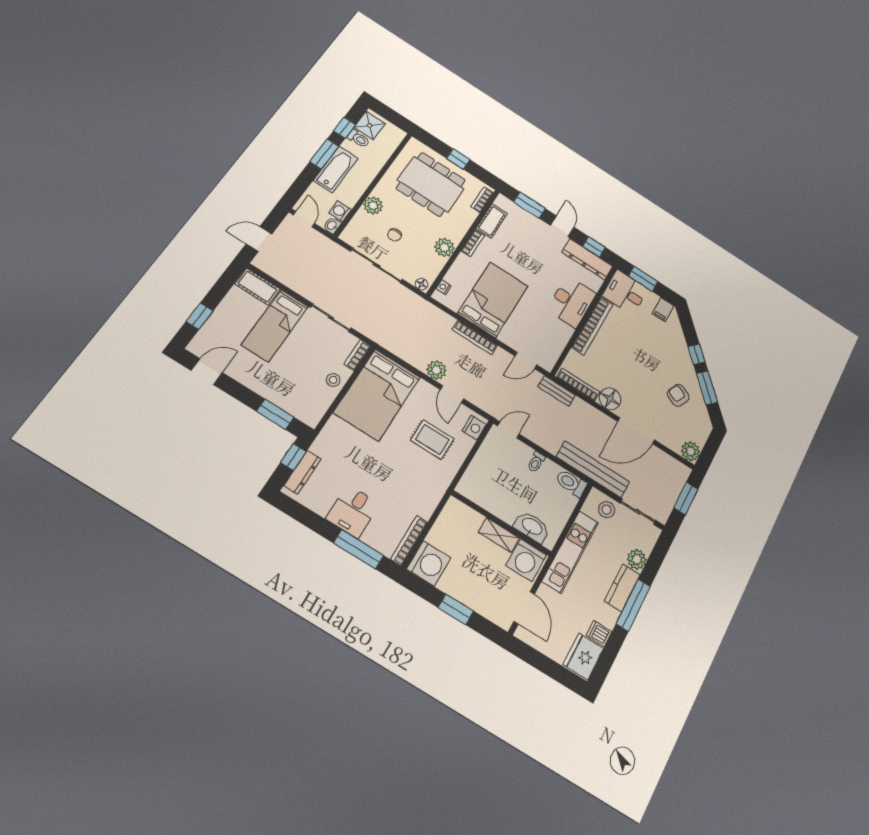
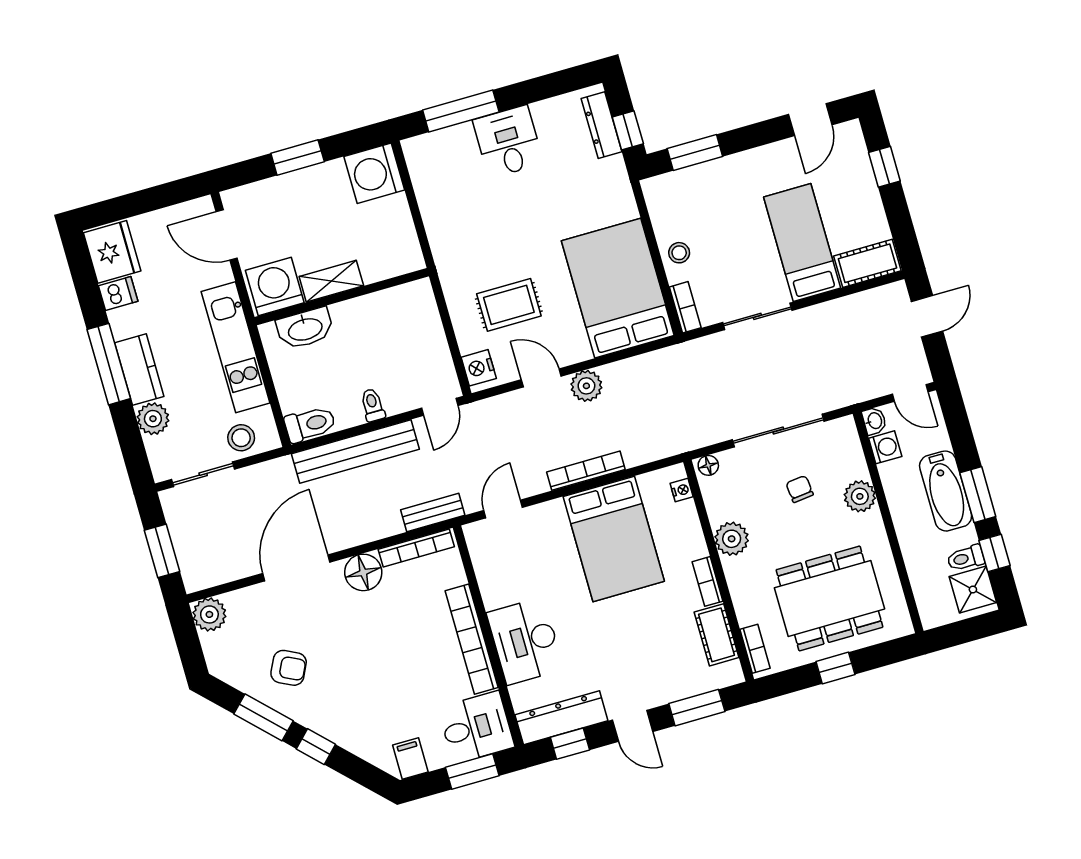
bench: (593, 469) -> (355, 451), moved
bookcase: (409, 541) -> (419, 174), removed

